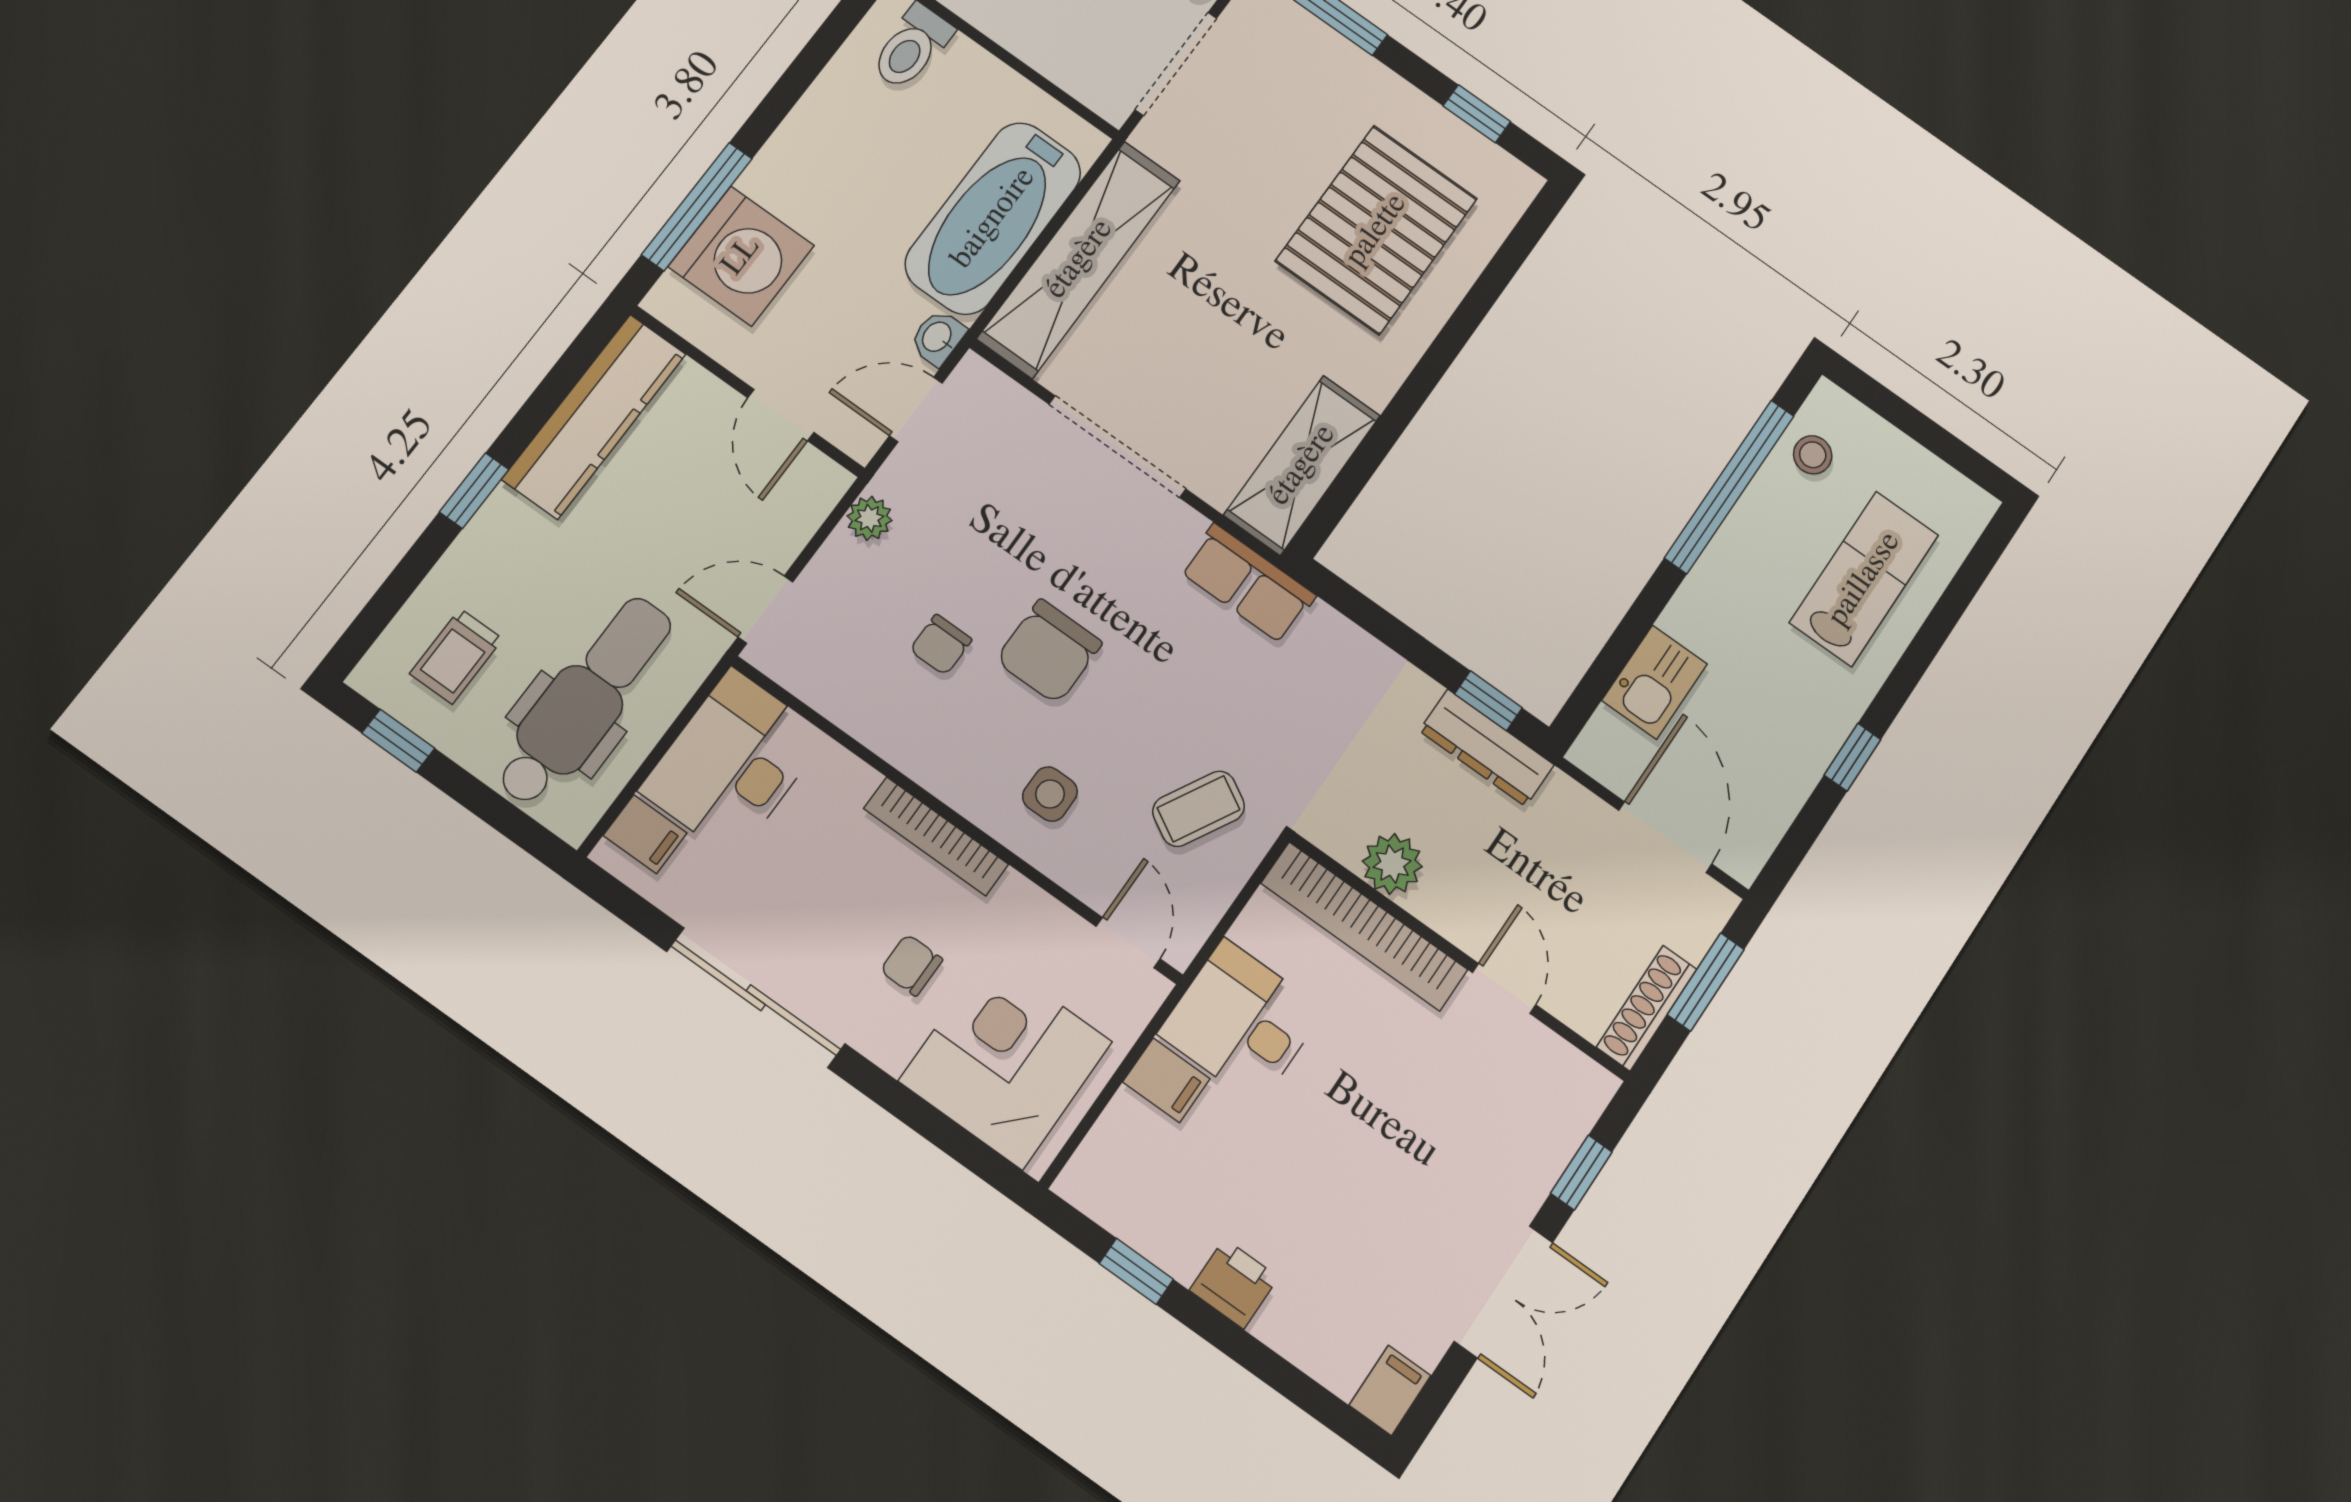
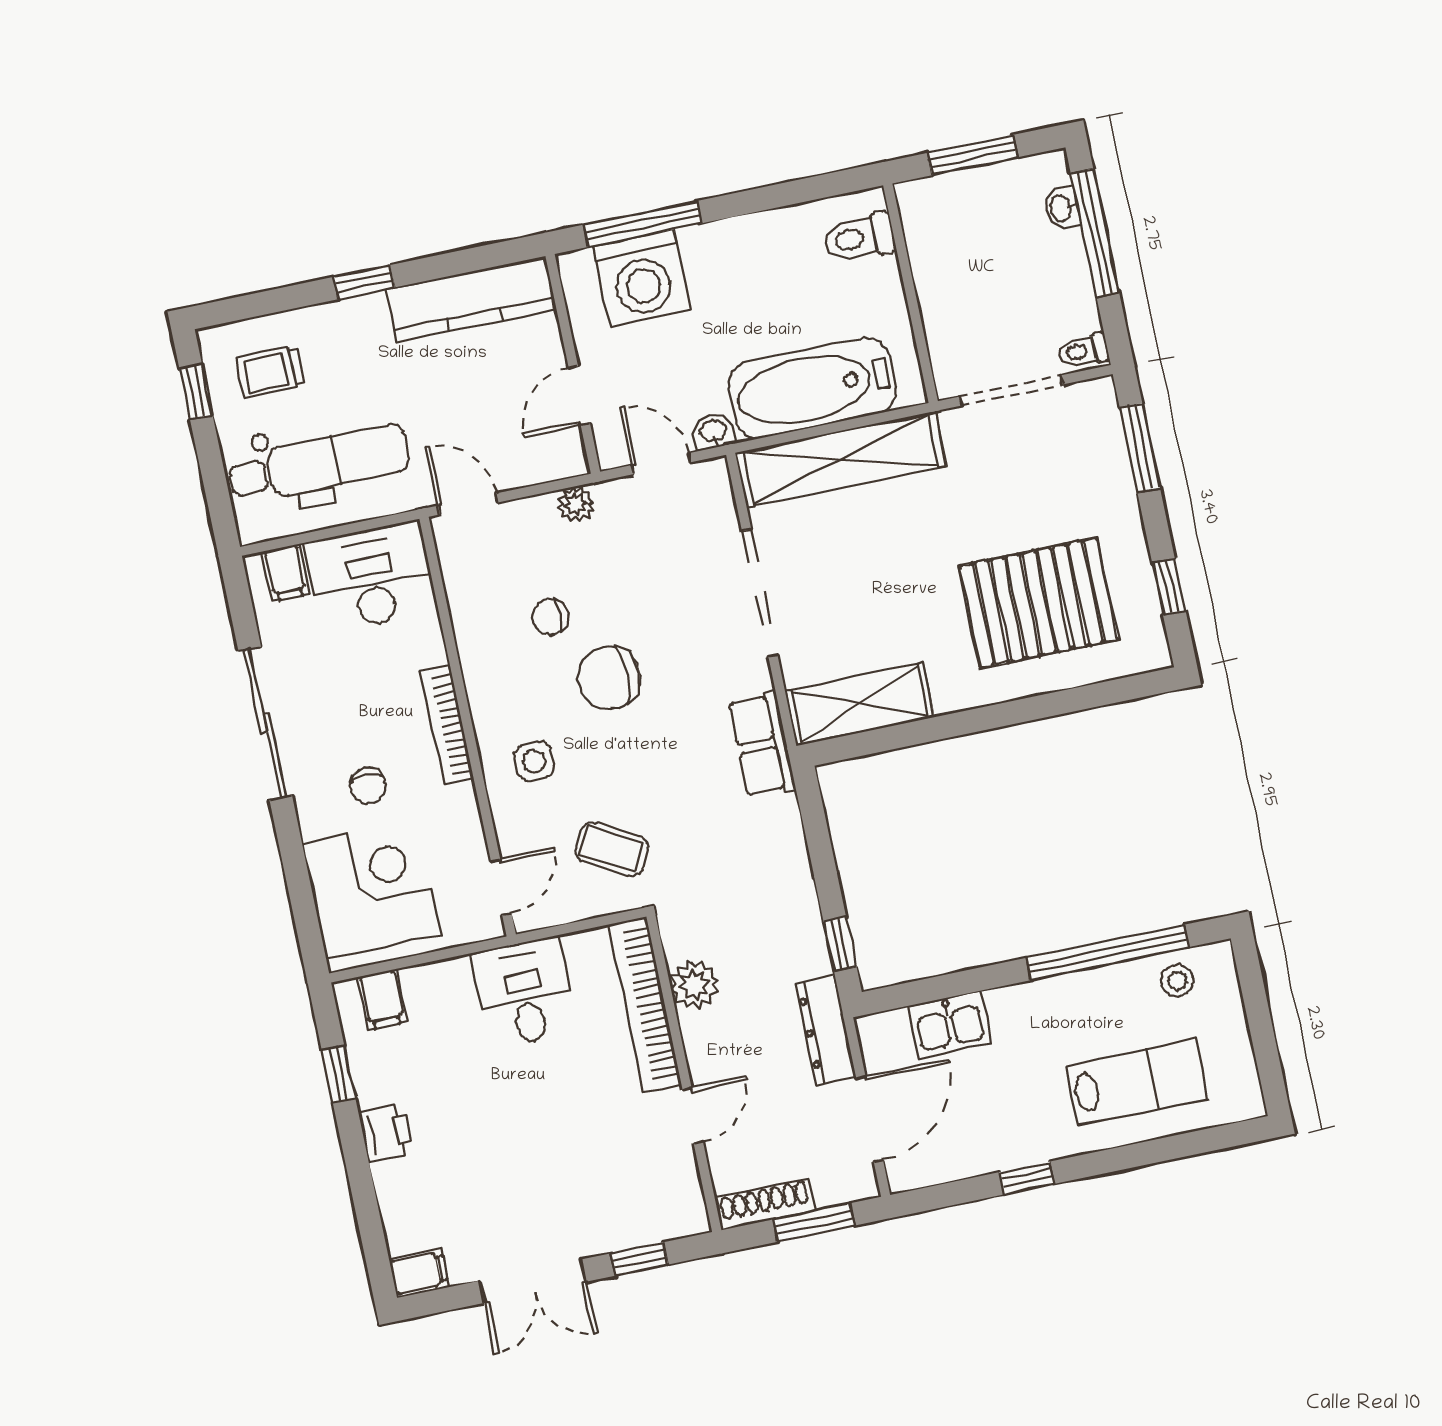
dresser: (1487, 748) -> (825, 1030), moved
chair: (911, 965) -> (368, 786), turned 180
filing cabinet: (1166, 1080) -> (382, 999), moved

